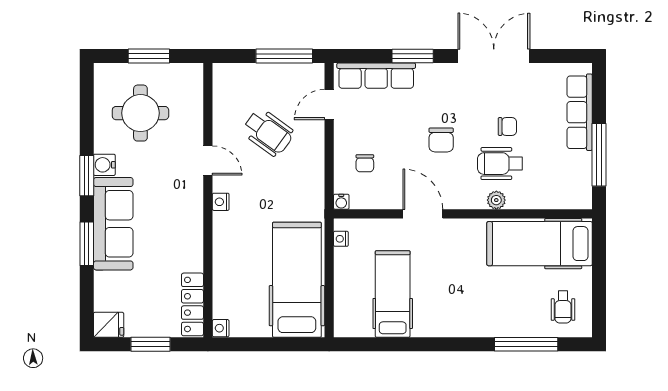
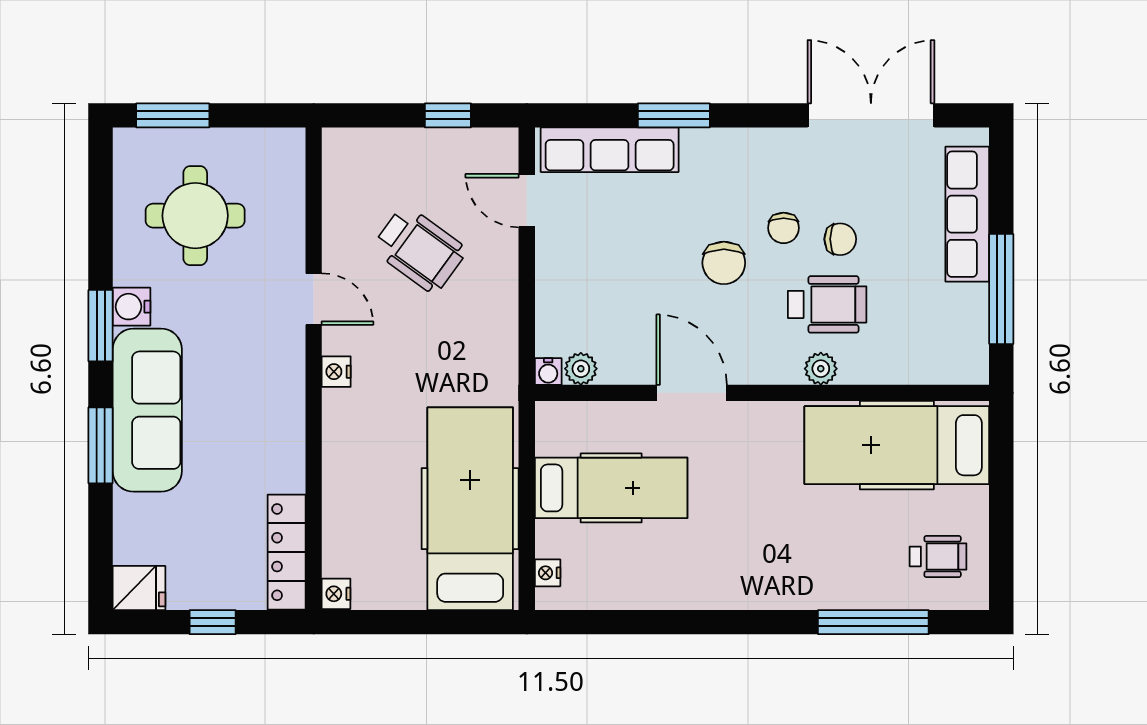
window: (149, 56) -> (173, 115), moved
window: (284, 56) -> (448, 115), width x0.46
double door: (494, 56) -> (871, 115), moved
door: (329, 105) -> (527, 201), hinge flipped
chair: (365, 163) -> (784, 228), moved
wheelchair: (500, 164) -> (827, 304), turned 180
plant: (360, 200) -> (581, 369), added
nightstand: (341, 239) -> (548, 573), moved
hospital bed: (393, 294) -> (611, 488), moved, turned 90
wheelchair: (563, 307) -> (938, 556), turned -90
window: (150, 344) -> (213, 622), width x0.67

